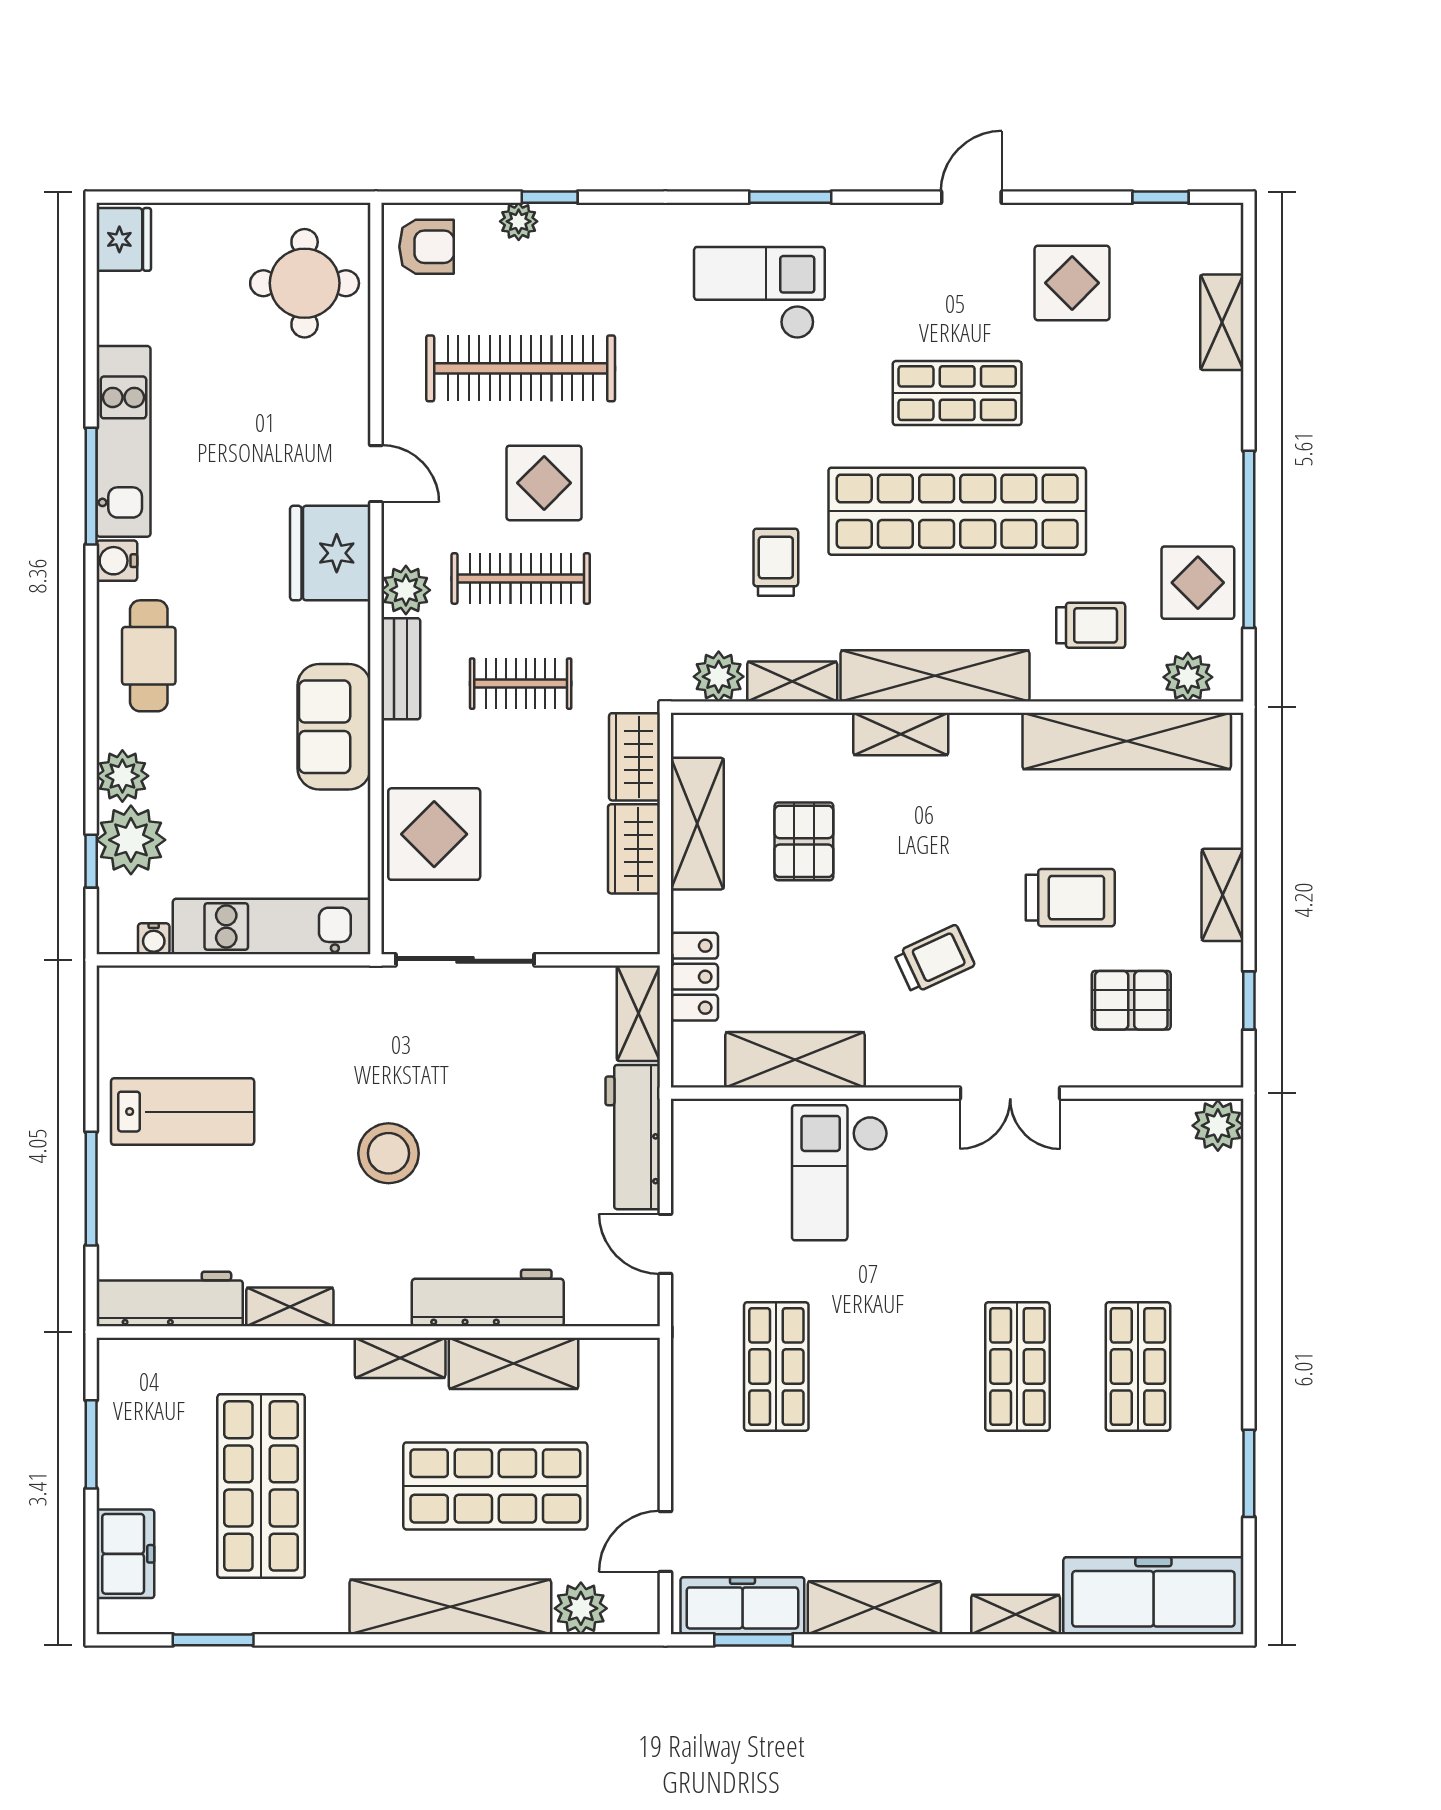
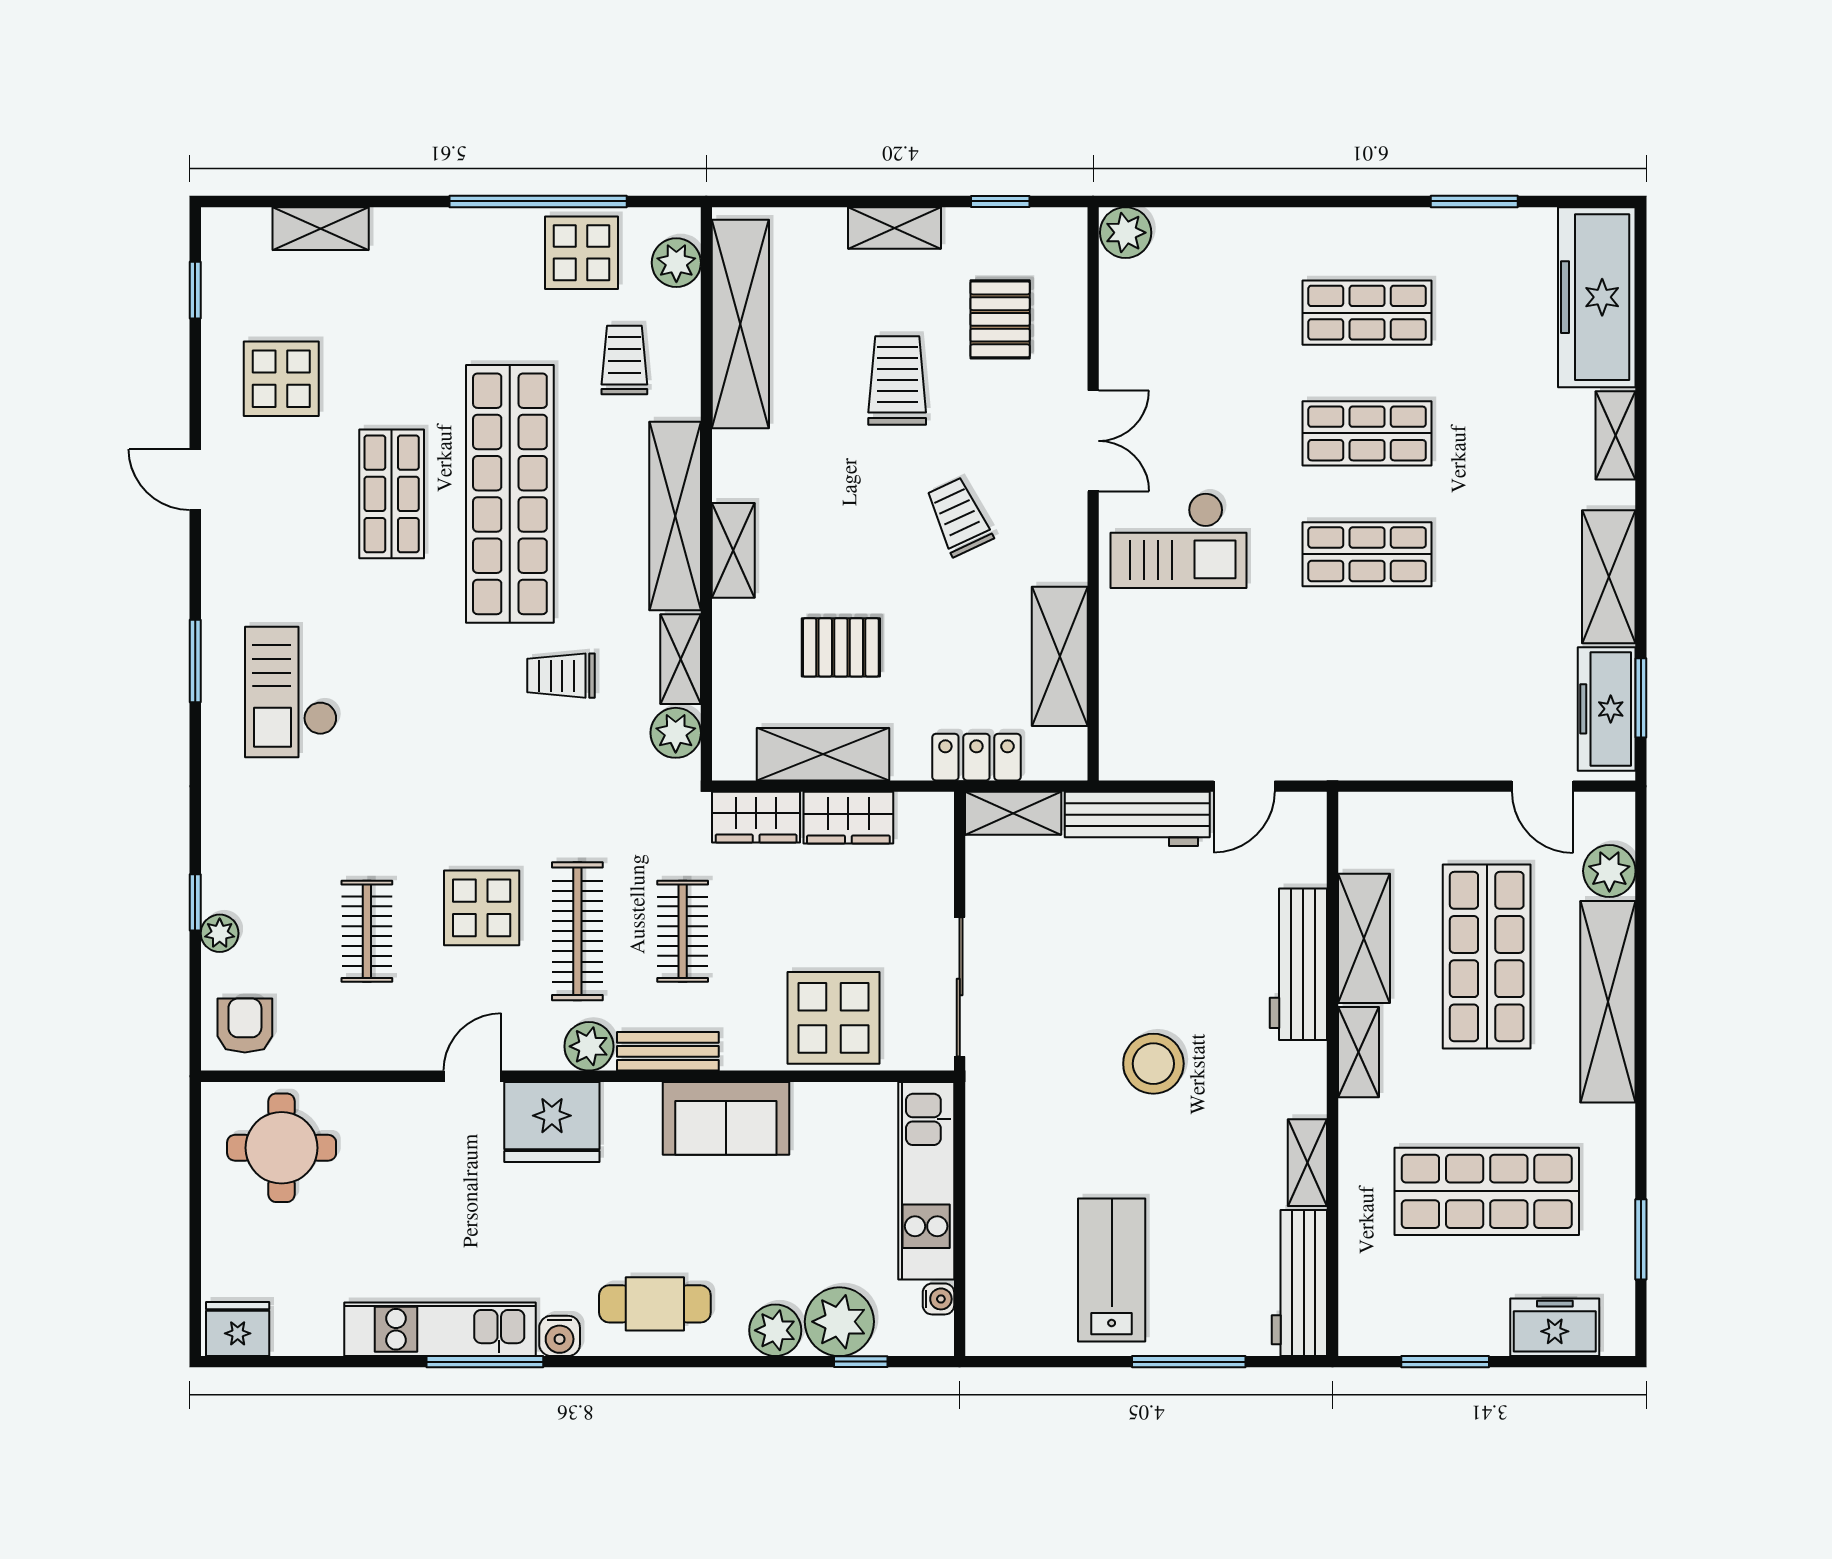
clothes rail: (521, 368) -> (367, 931), width x0.54, depth x0.76
checkout: (840, 1173) -> (1178, 540), moved
shop shelf: (776, 1366) -> (1367, 554), moved

